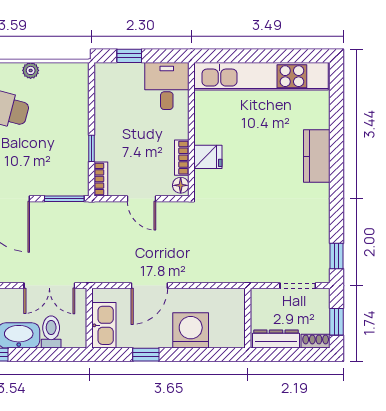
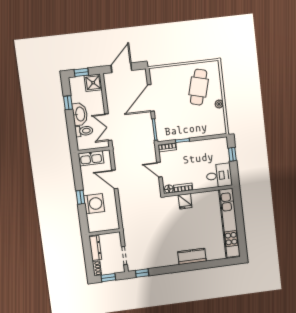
door: (142, 199) -> (159, 170), hinge flipped
window: (146, 355) -> (80, 197), moved

